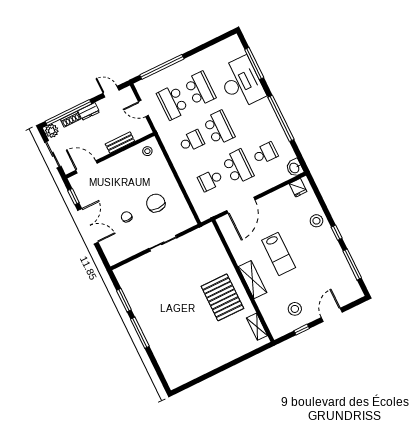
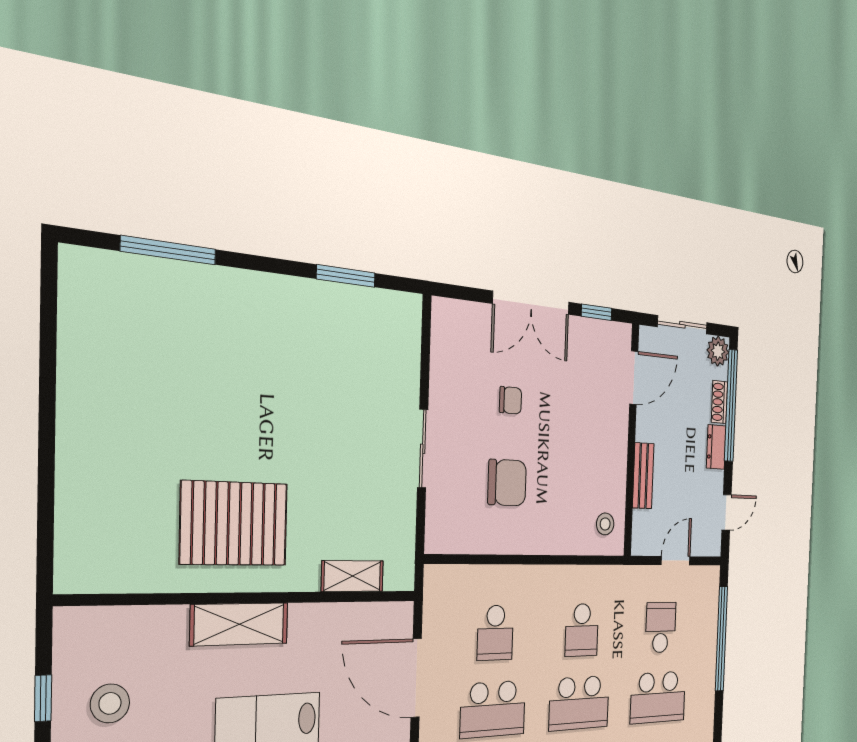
school desk: (173, 102) -> (661, 627), width x0.54
school desk: (210, 180) -> (495, 633), turned 180
shelving: (257, 327) -> (352, 576), moved
window: (140, 333) -> (169, 250), moved

